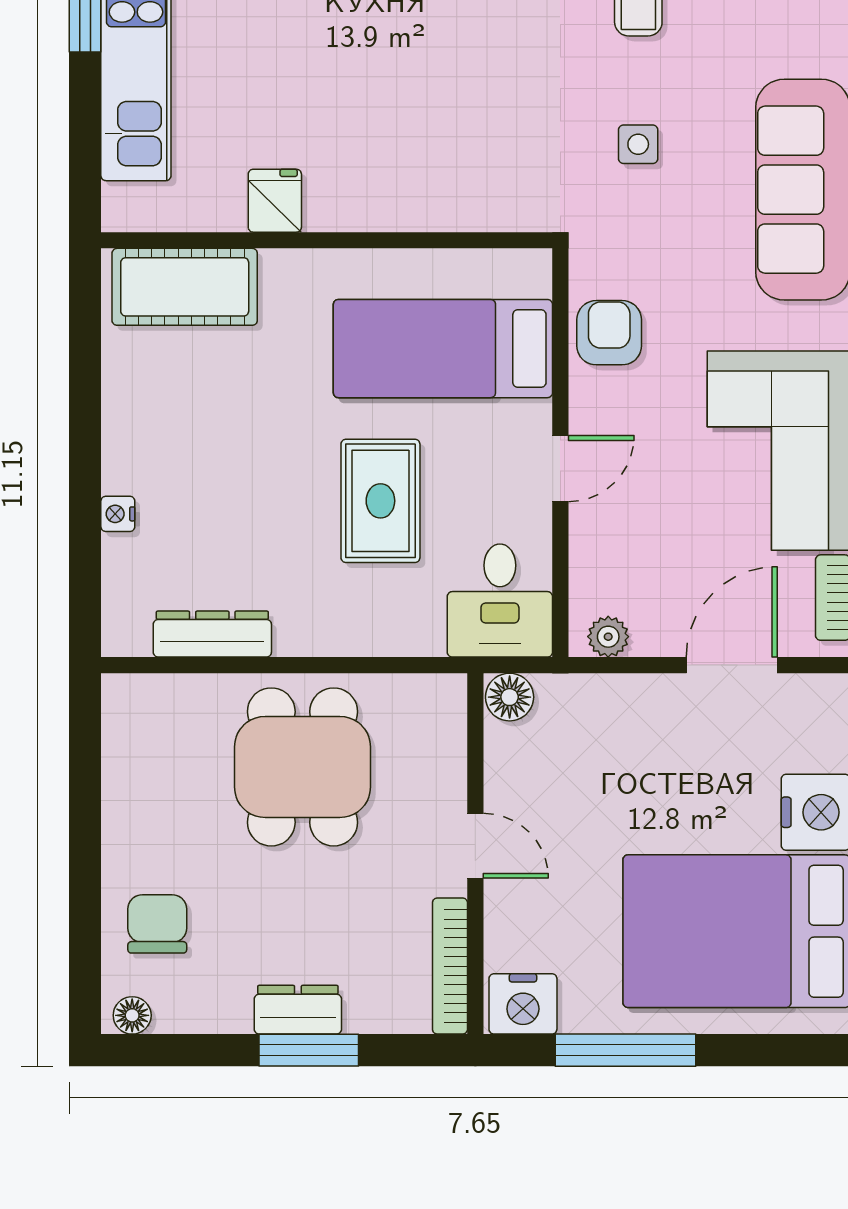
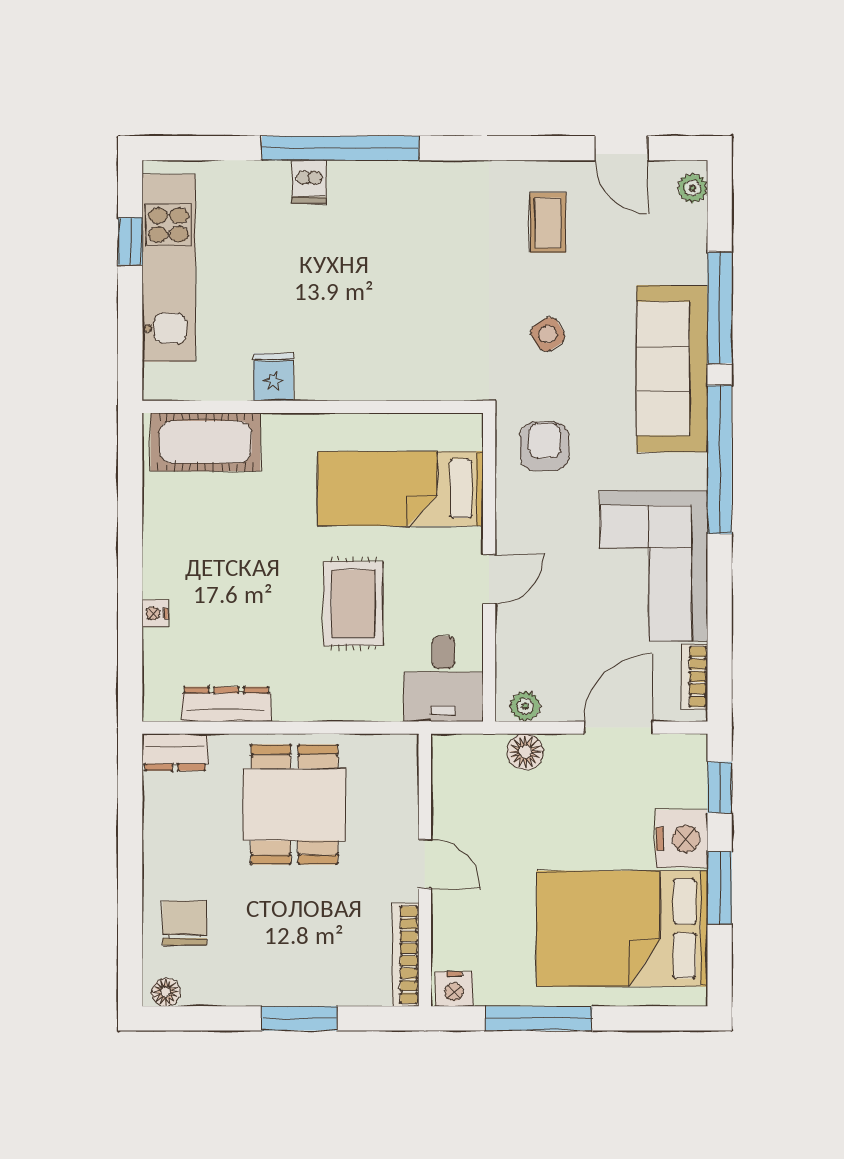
side table: (638, 144) -> (548, 334), turned -33
armchair: (609, 333) -> (545, 446), moved
floor lamp: (510, 697) -> (525, 752), moved
nightstand: (523, 1004) -> (454, 989), width x0.74, depth x0.75
dresser: (298, 1010) -> (175, 752), moved, turned 180

